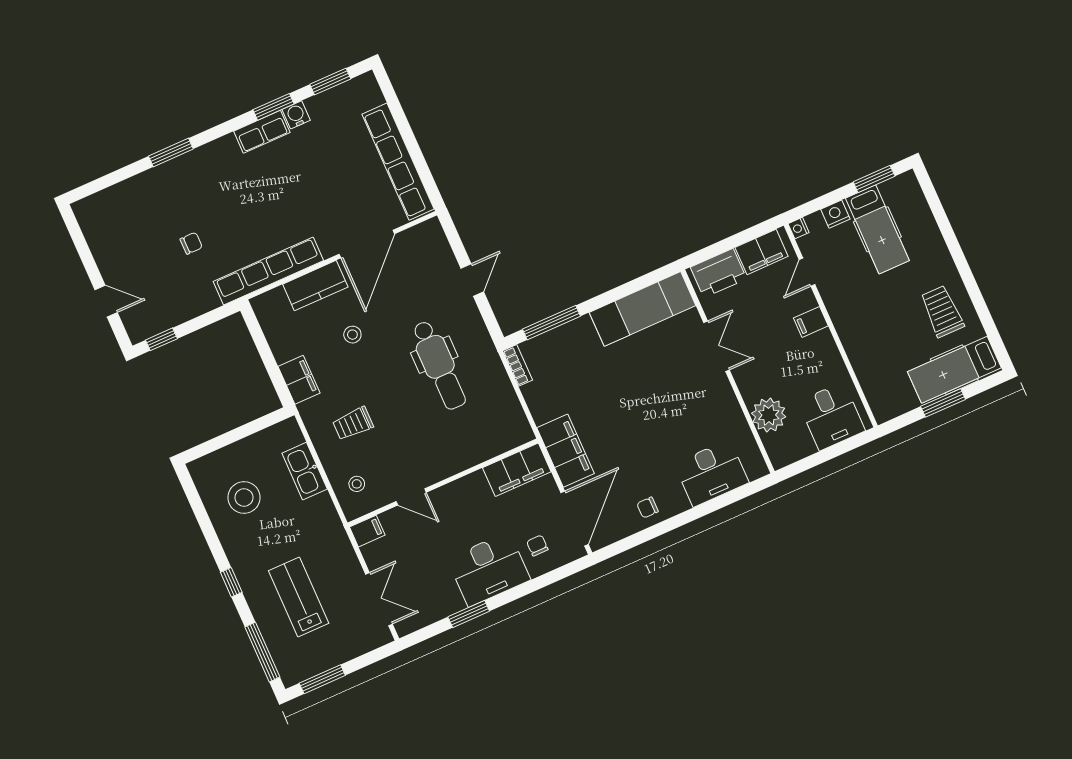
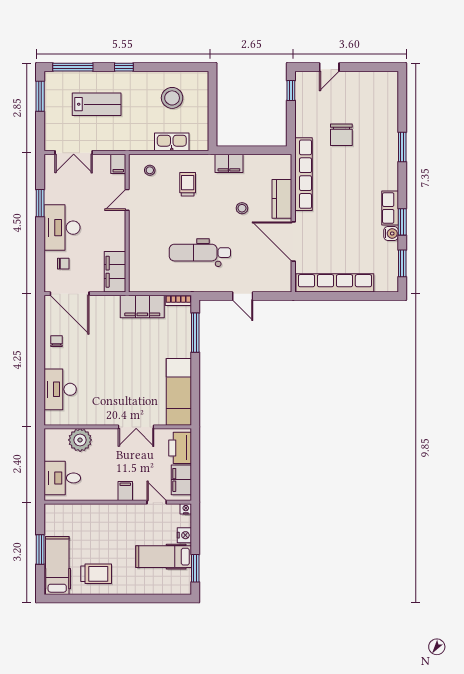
chair: (191, 243) -> (341, 135), width x1.87, depth x1.87
filing cabinet: (566, 451) -> (142, 307), moved

